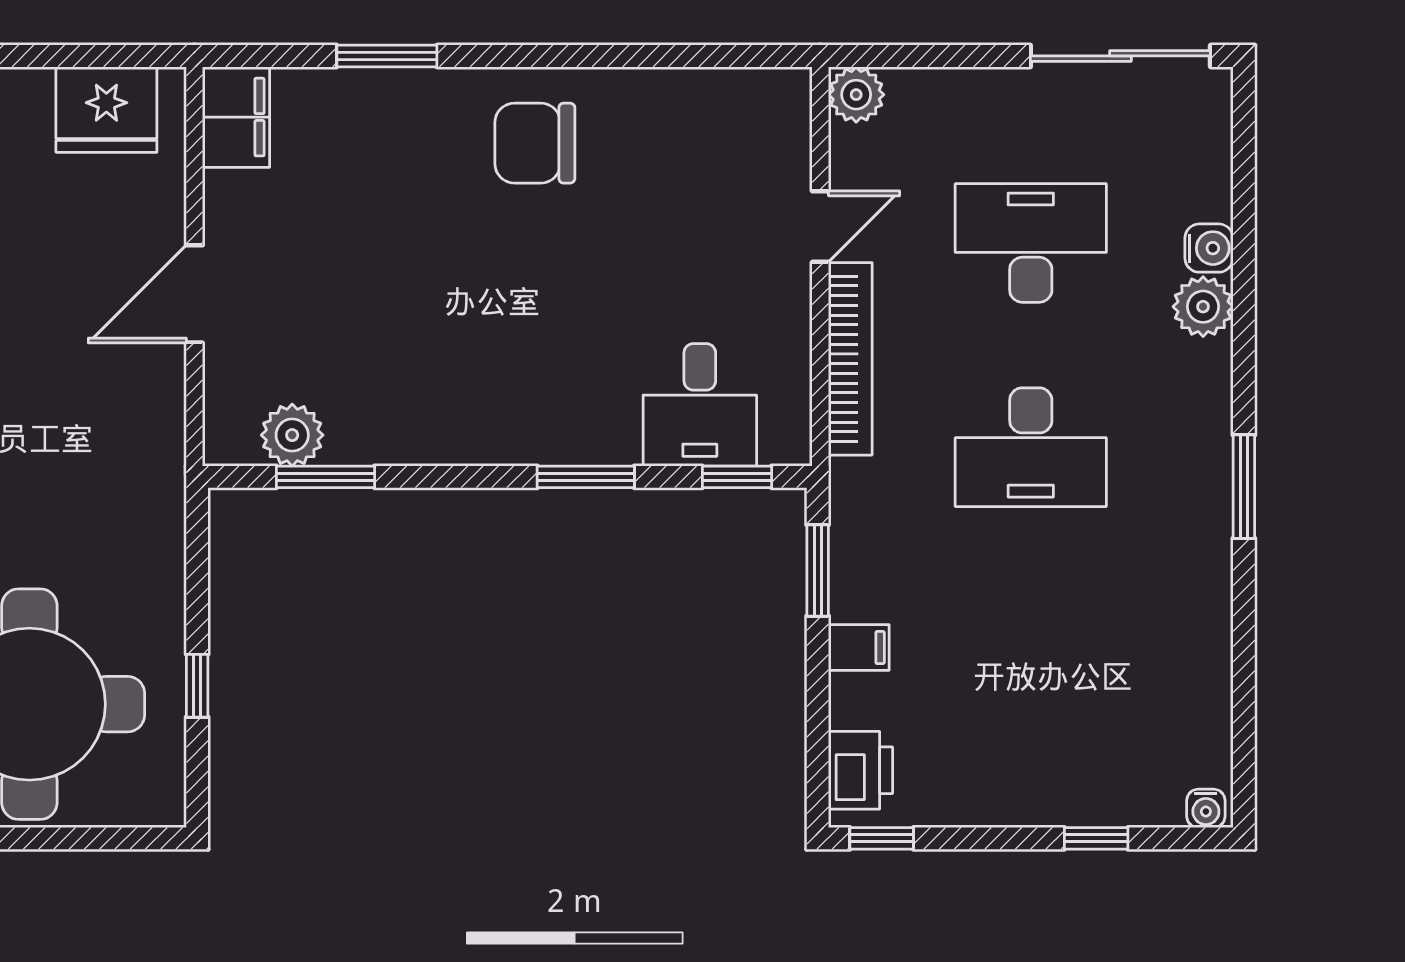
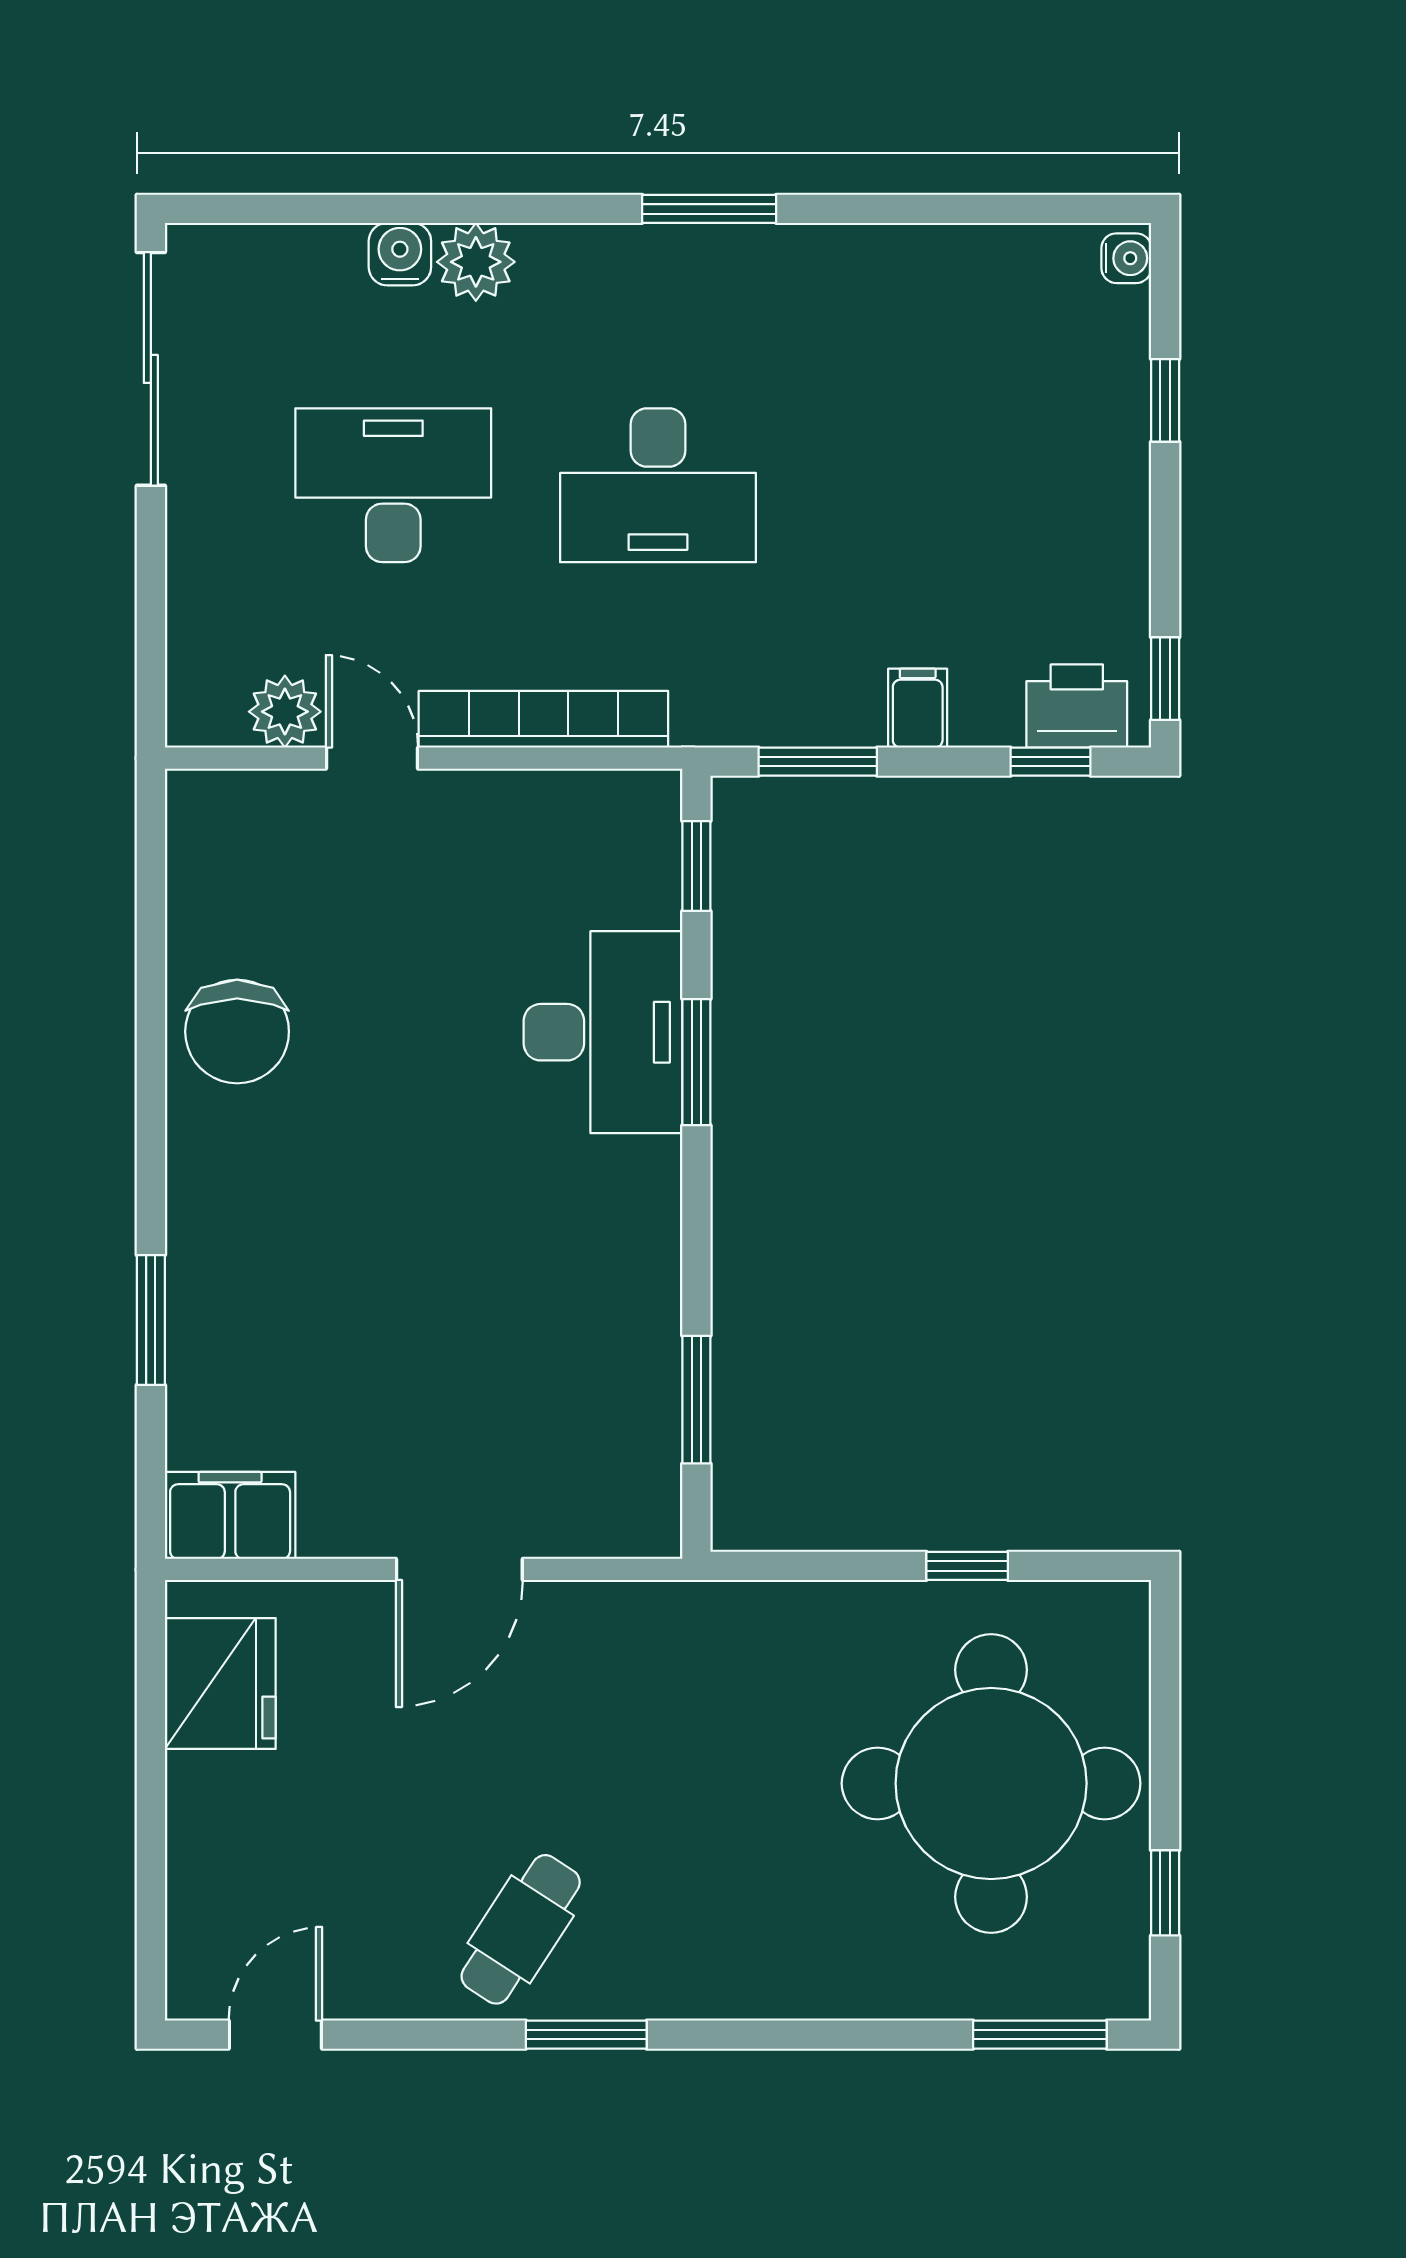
plant: (856, 95) -> (285, 712), moved
chair: (535, 143) -> (237, 1032), moved
desk: (1031, 243) -> (393, 485), turned 90
door: (194, 294) -> (459, 1569), hinge flipped
desk: (700, 405) -> (603, 1032), moved, width x1.37
plant: (292, 435) -> (642, 1443), removed
desk: (1031, 447) -> (658, 485), turned 90
window: (818, 750) -> (1050, 762), added

